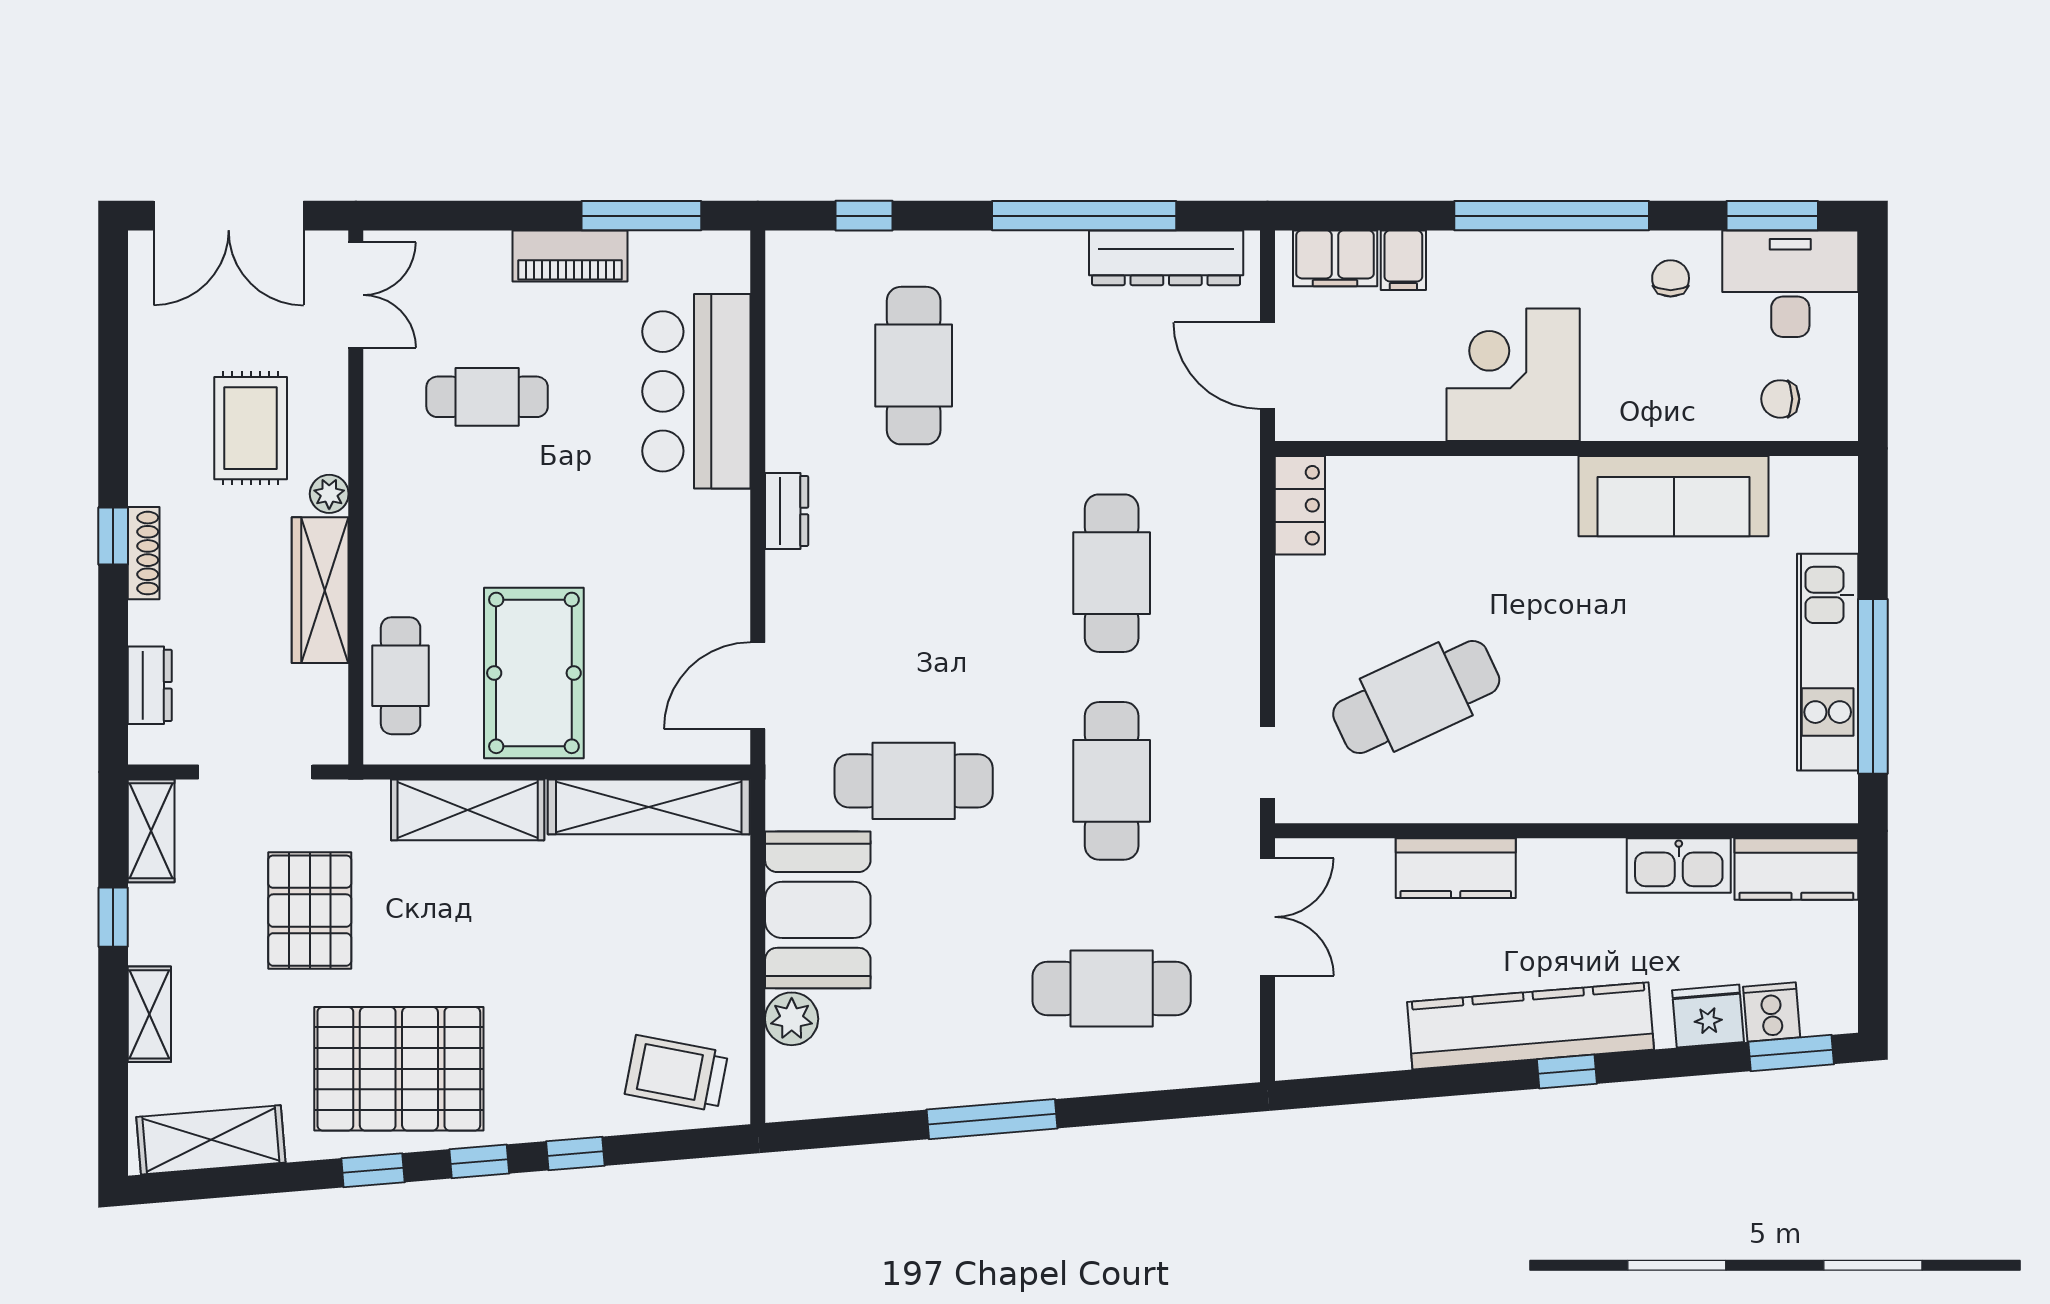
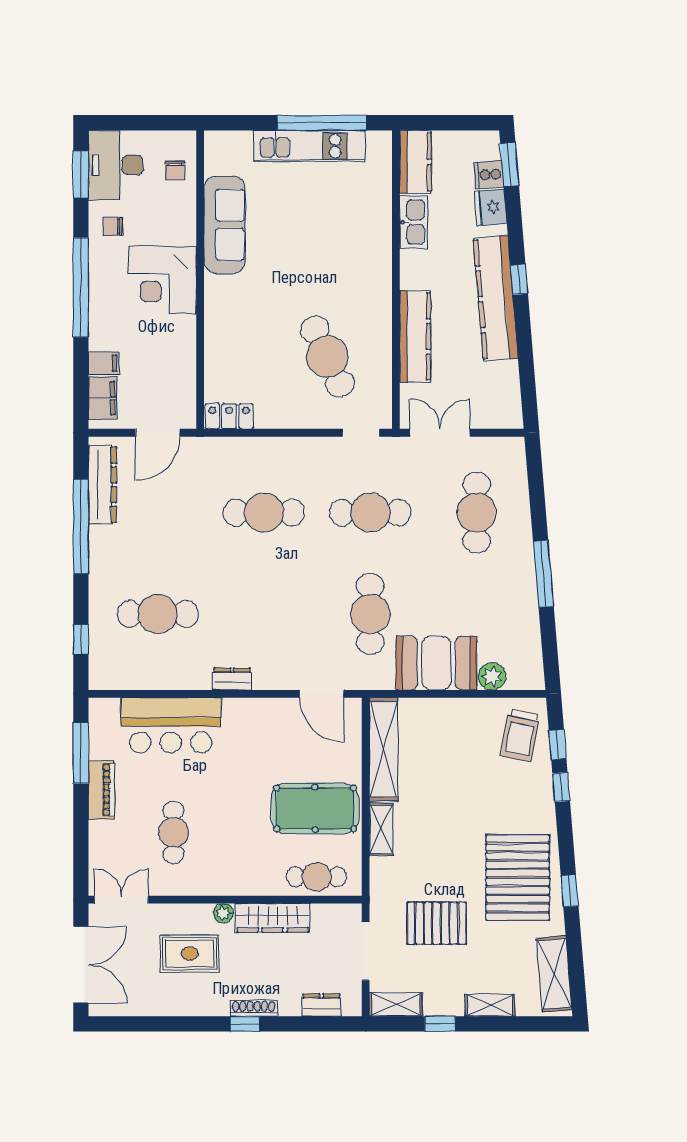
corner desk: (1513, 375) -> (162, 280), moved
shelving: (468, 810) -> (381, 829), width x0.67, depth x0.75
kitchen counter: (1456, 868) -> (415, 336), width x1.50
window: (479, 1161) -> (558, 745), moved

